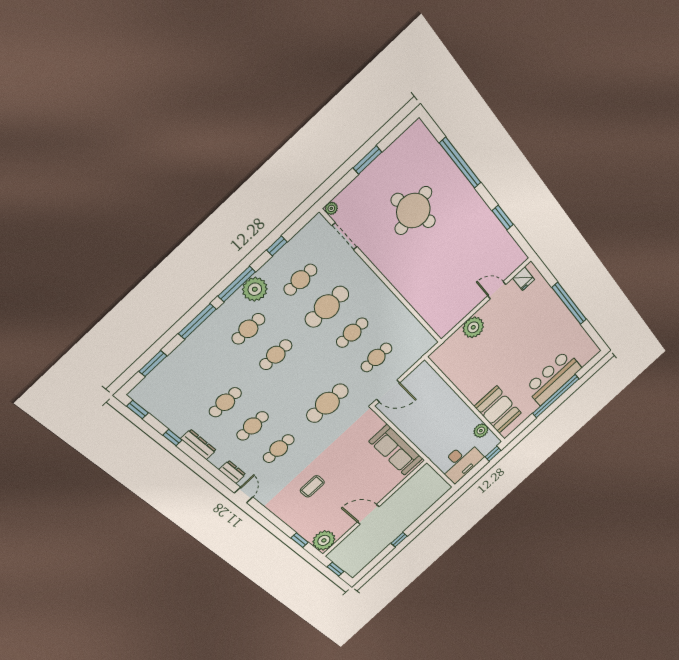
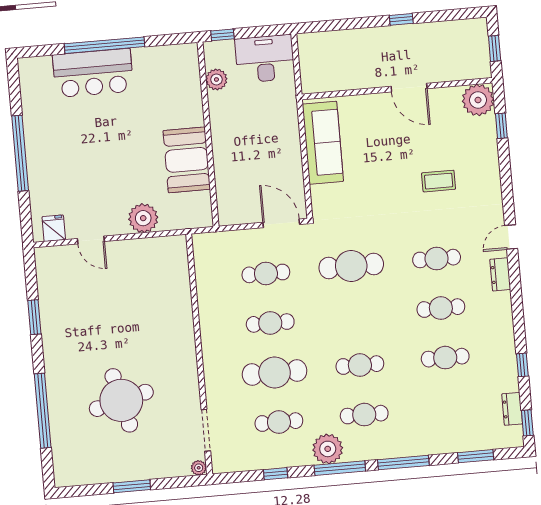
booth: (498, 410) -> (187, 160), moved
dresser: (198, 444) -> (512, 409), moved, width x0.70

